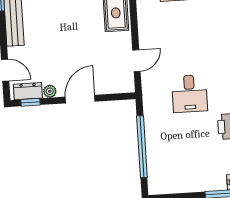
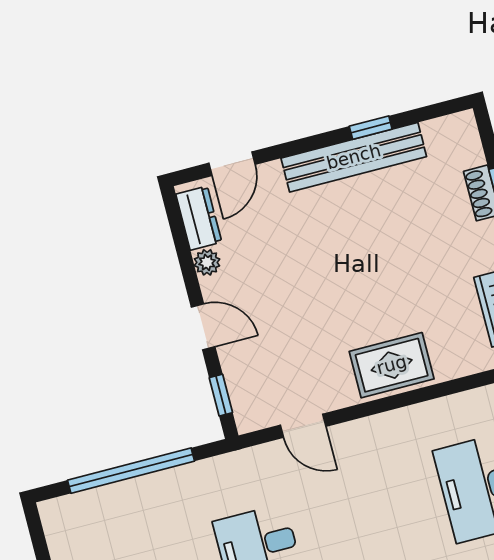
door: (80, 99) -> (203, 327), width x0.73
window: (31, 102) -> (221, 395), moved

